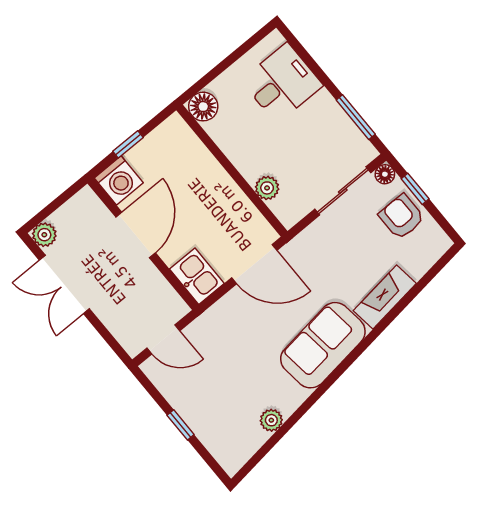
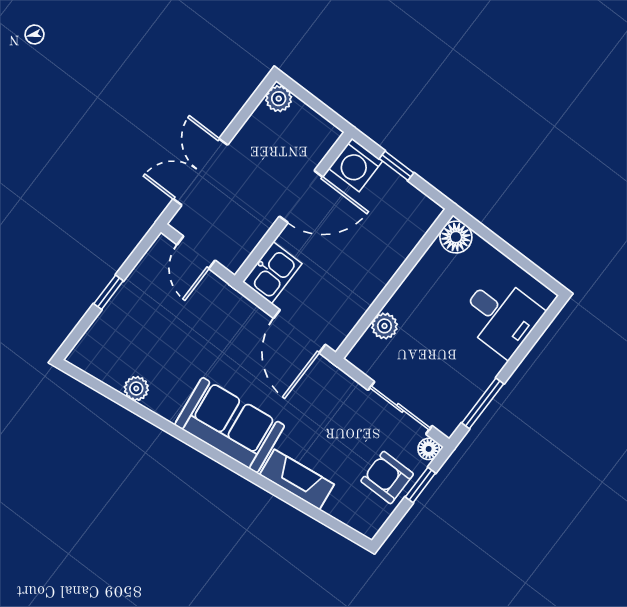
armchair: (402, 217) -> (387, 478), turned -90
double door: (64, 284) -> (200, 172), moved

